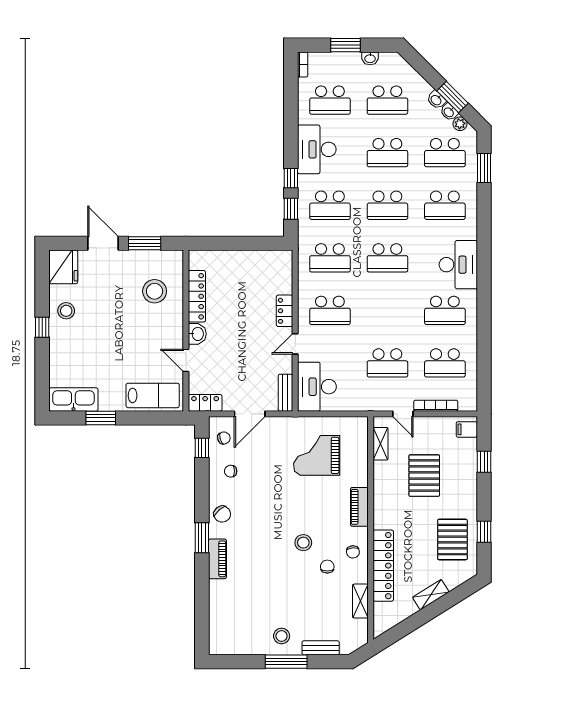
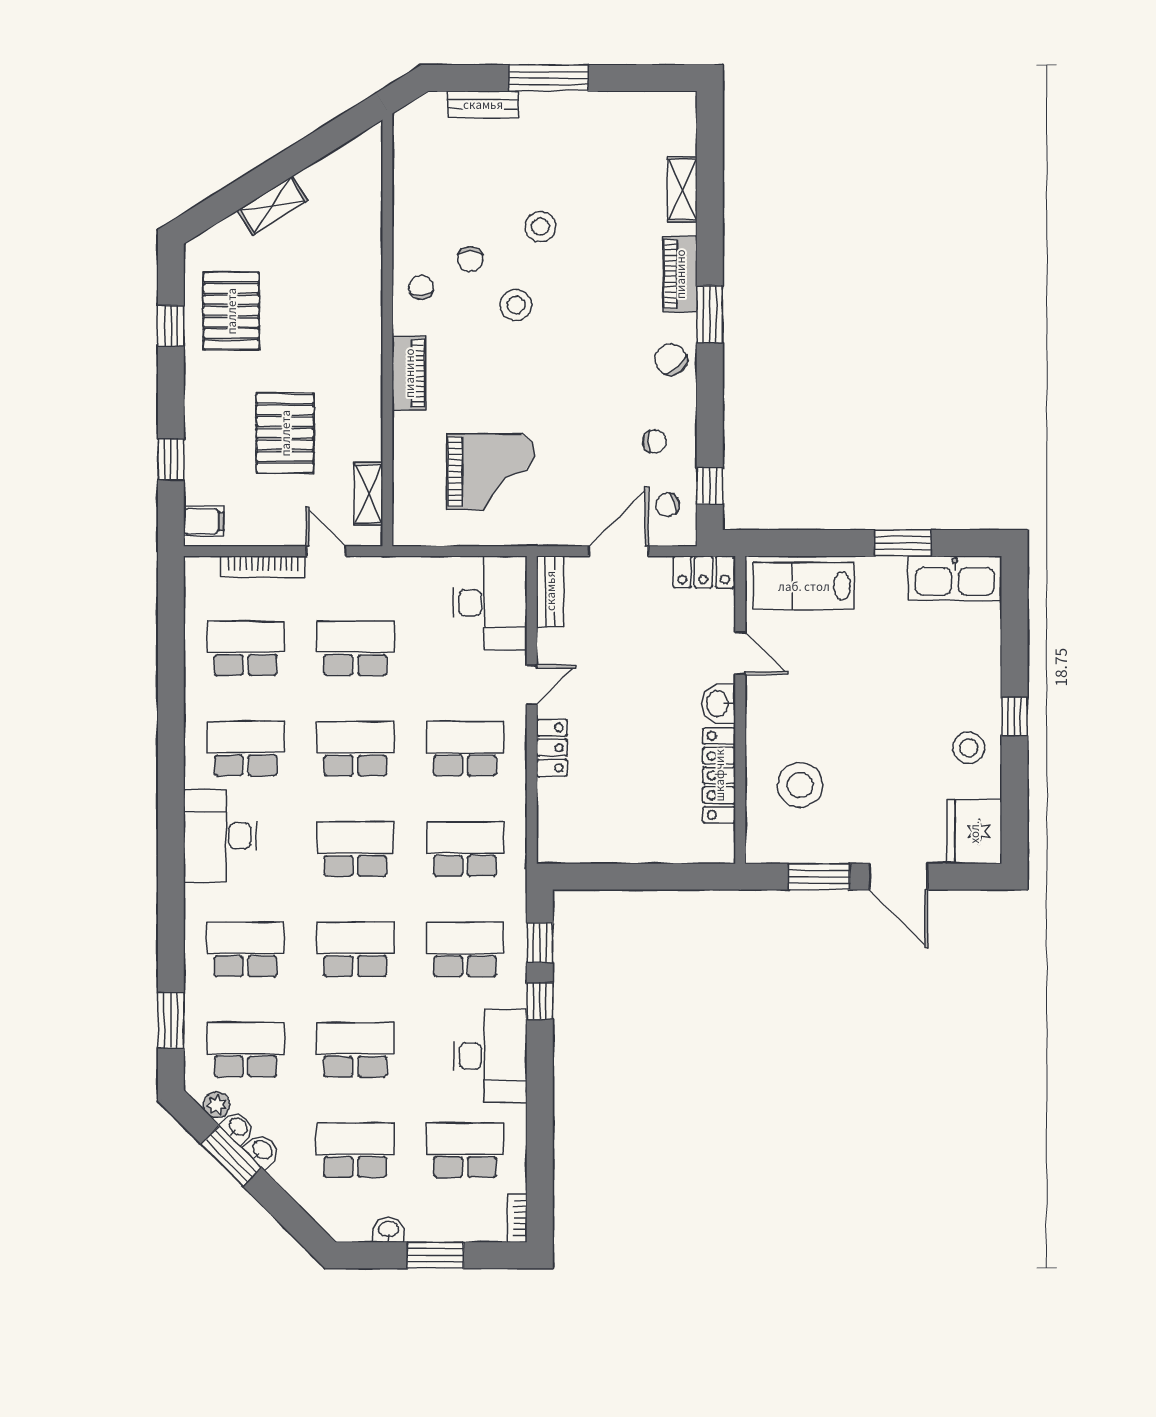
school desk: (387, 310) -> (355, 749), added
locker: (383, 566) -> (363, 261), removed
shelving: (360, 601) -> (682, 190), moved
stool: (282, 636) -> (540, 227), moved

